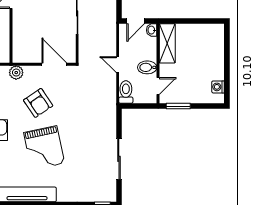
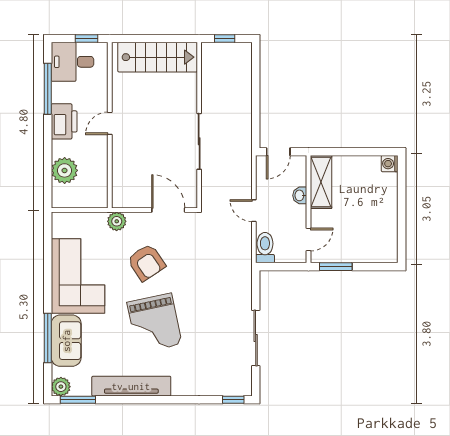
washbasin: (152, 30) -> (300, 195), moved
bidet: (147, 67) -> (294, 214), removed
washing machine: (218, 87) -> (390, 164), moved

